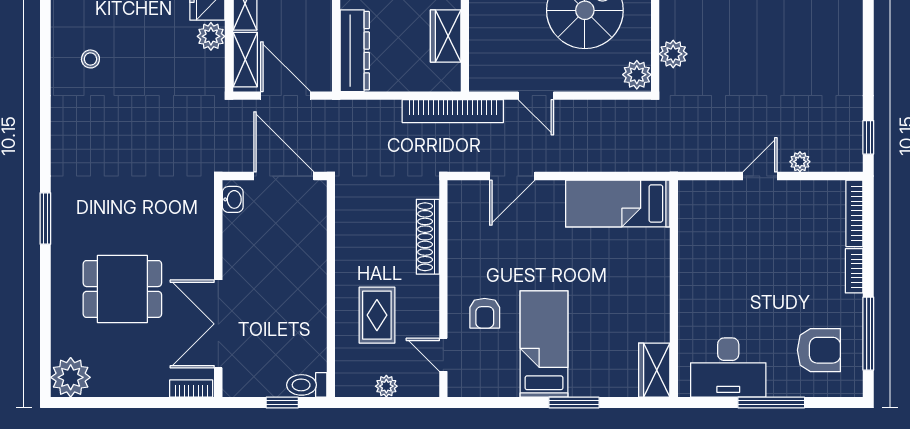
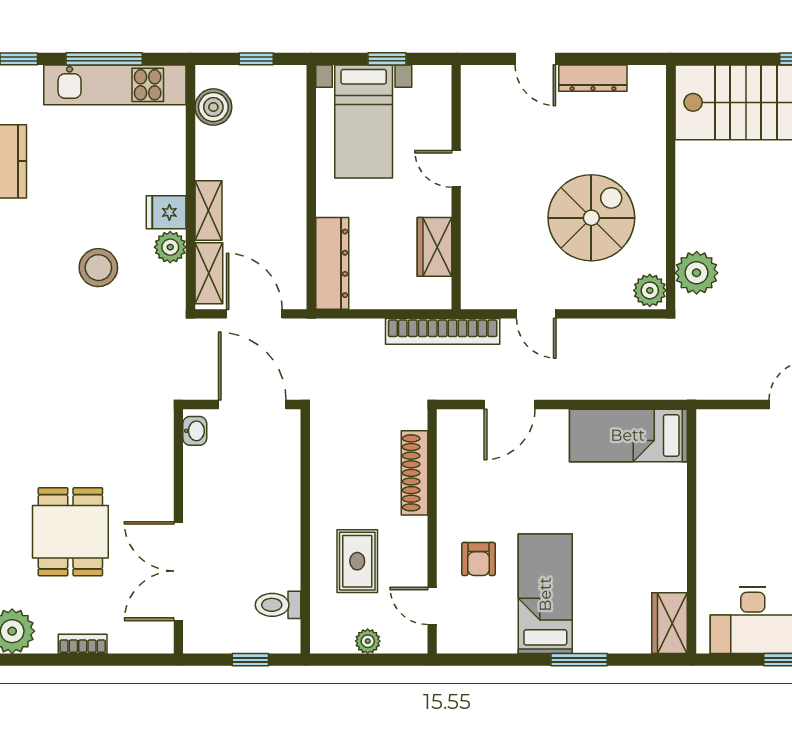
plant: (673, 54) -> (697, 273), width x1.36, depth x1.36
stool: (90, 59) -> (98, 268), moved, width x1.89, depth x1.89
dining table: (122, 289) -> (70, 532), turned 90
toilet: (307, 385) -> (278, 605), moved
bookcase: (191, 389) -> (83, 644), moved

